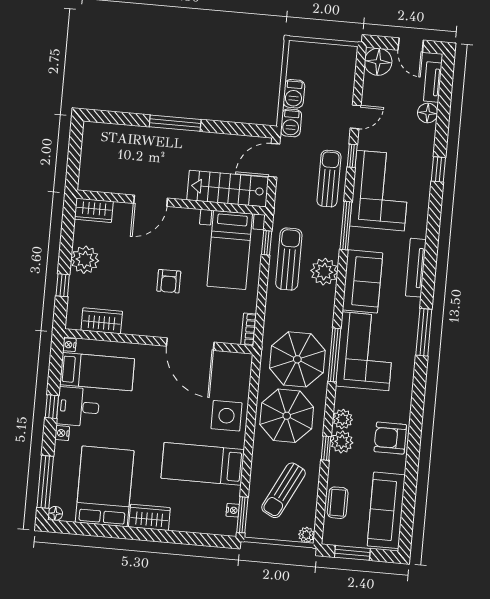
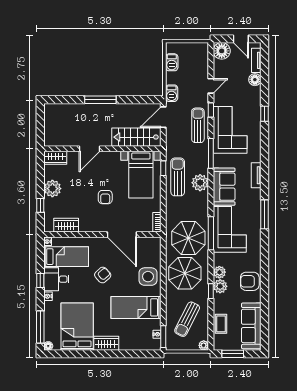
barbecue: (294, 94) -> (172, 62), moved
tv unit: (416, 268) -> (256, 175), width x0.71
armchair: (154, 407) -> (103, 275), added

